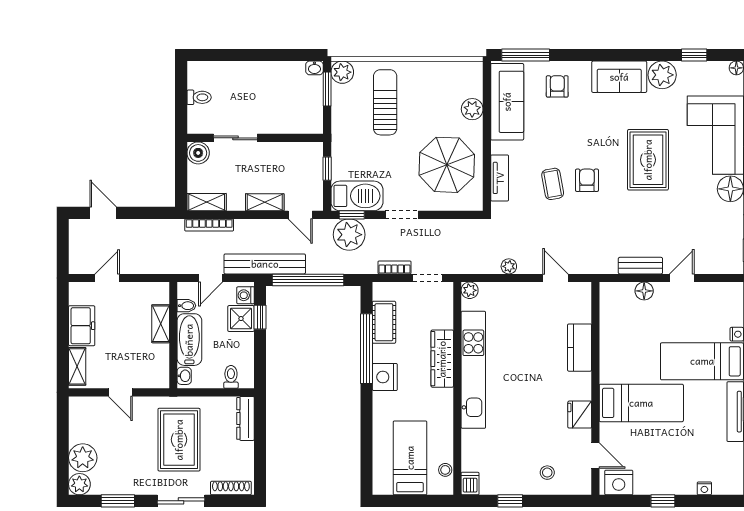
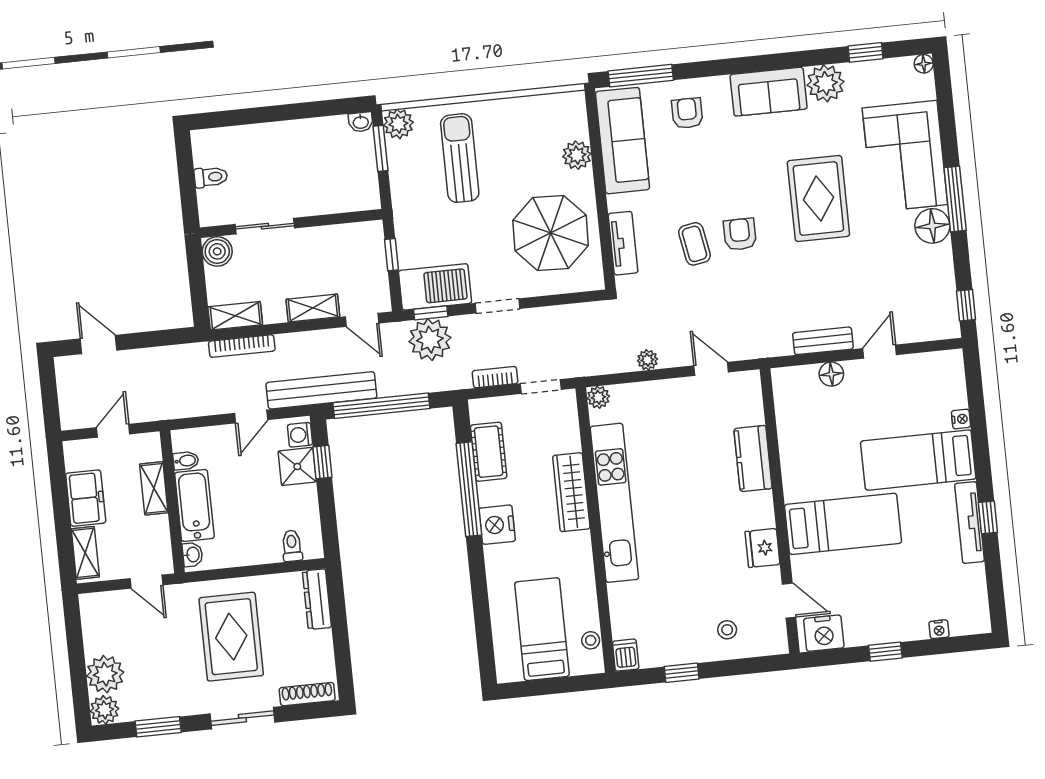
bidet: (186, 306) -> (186, 461), moved
shelving: (161, 324) -> (154, 488), moved
wall: (173, 335) -> (172, 502), moved
bathtub: (189, 340) -> (194, 505), moved
washbasin: (184, 376) -> (192, 555), moved

